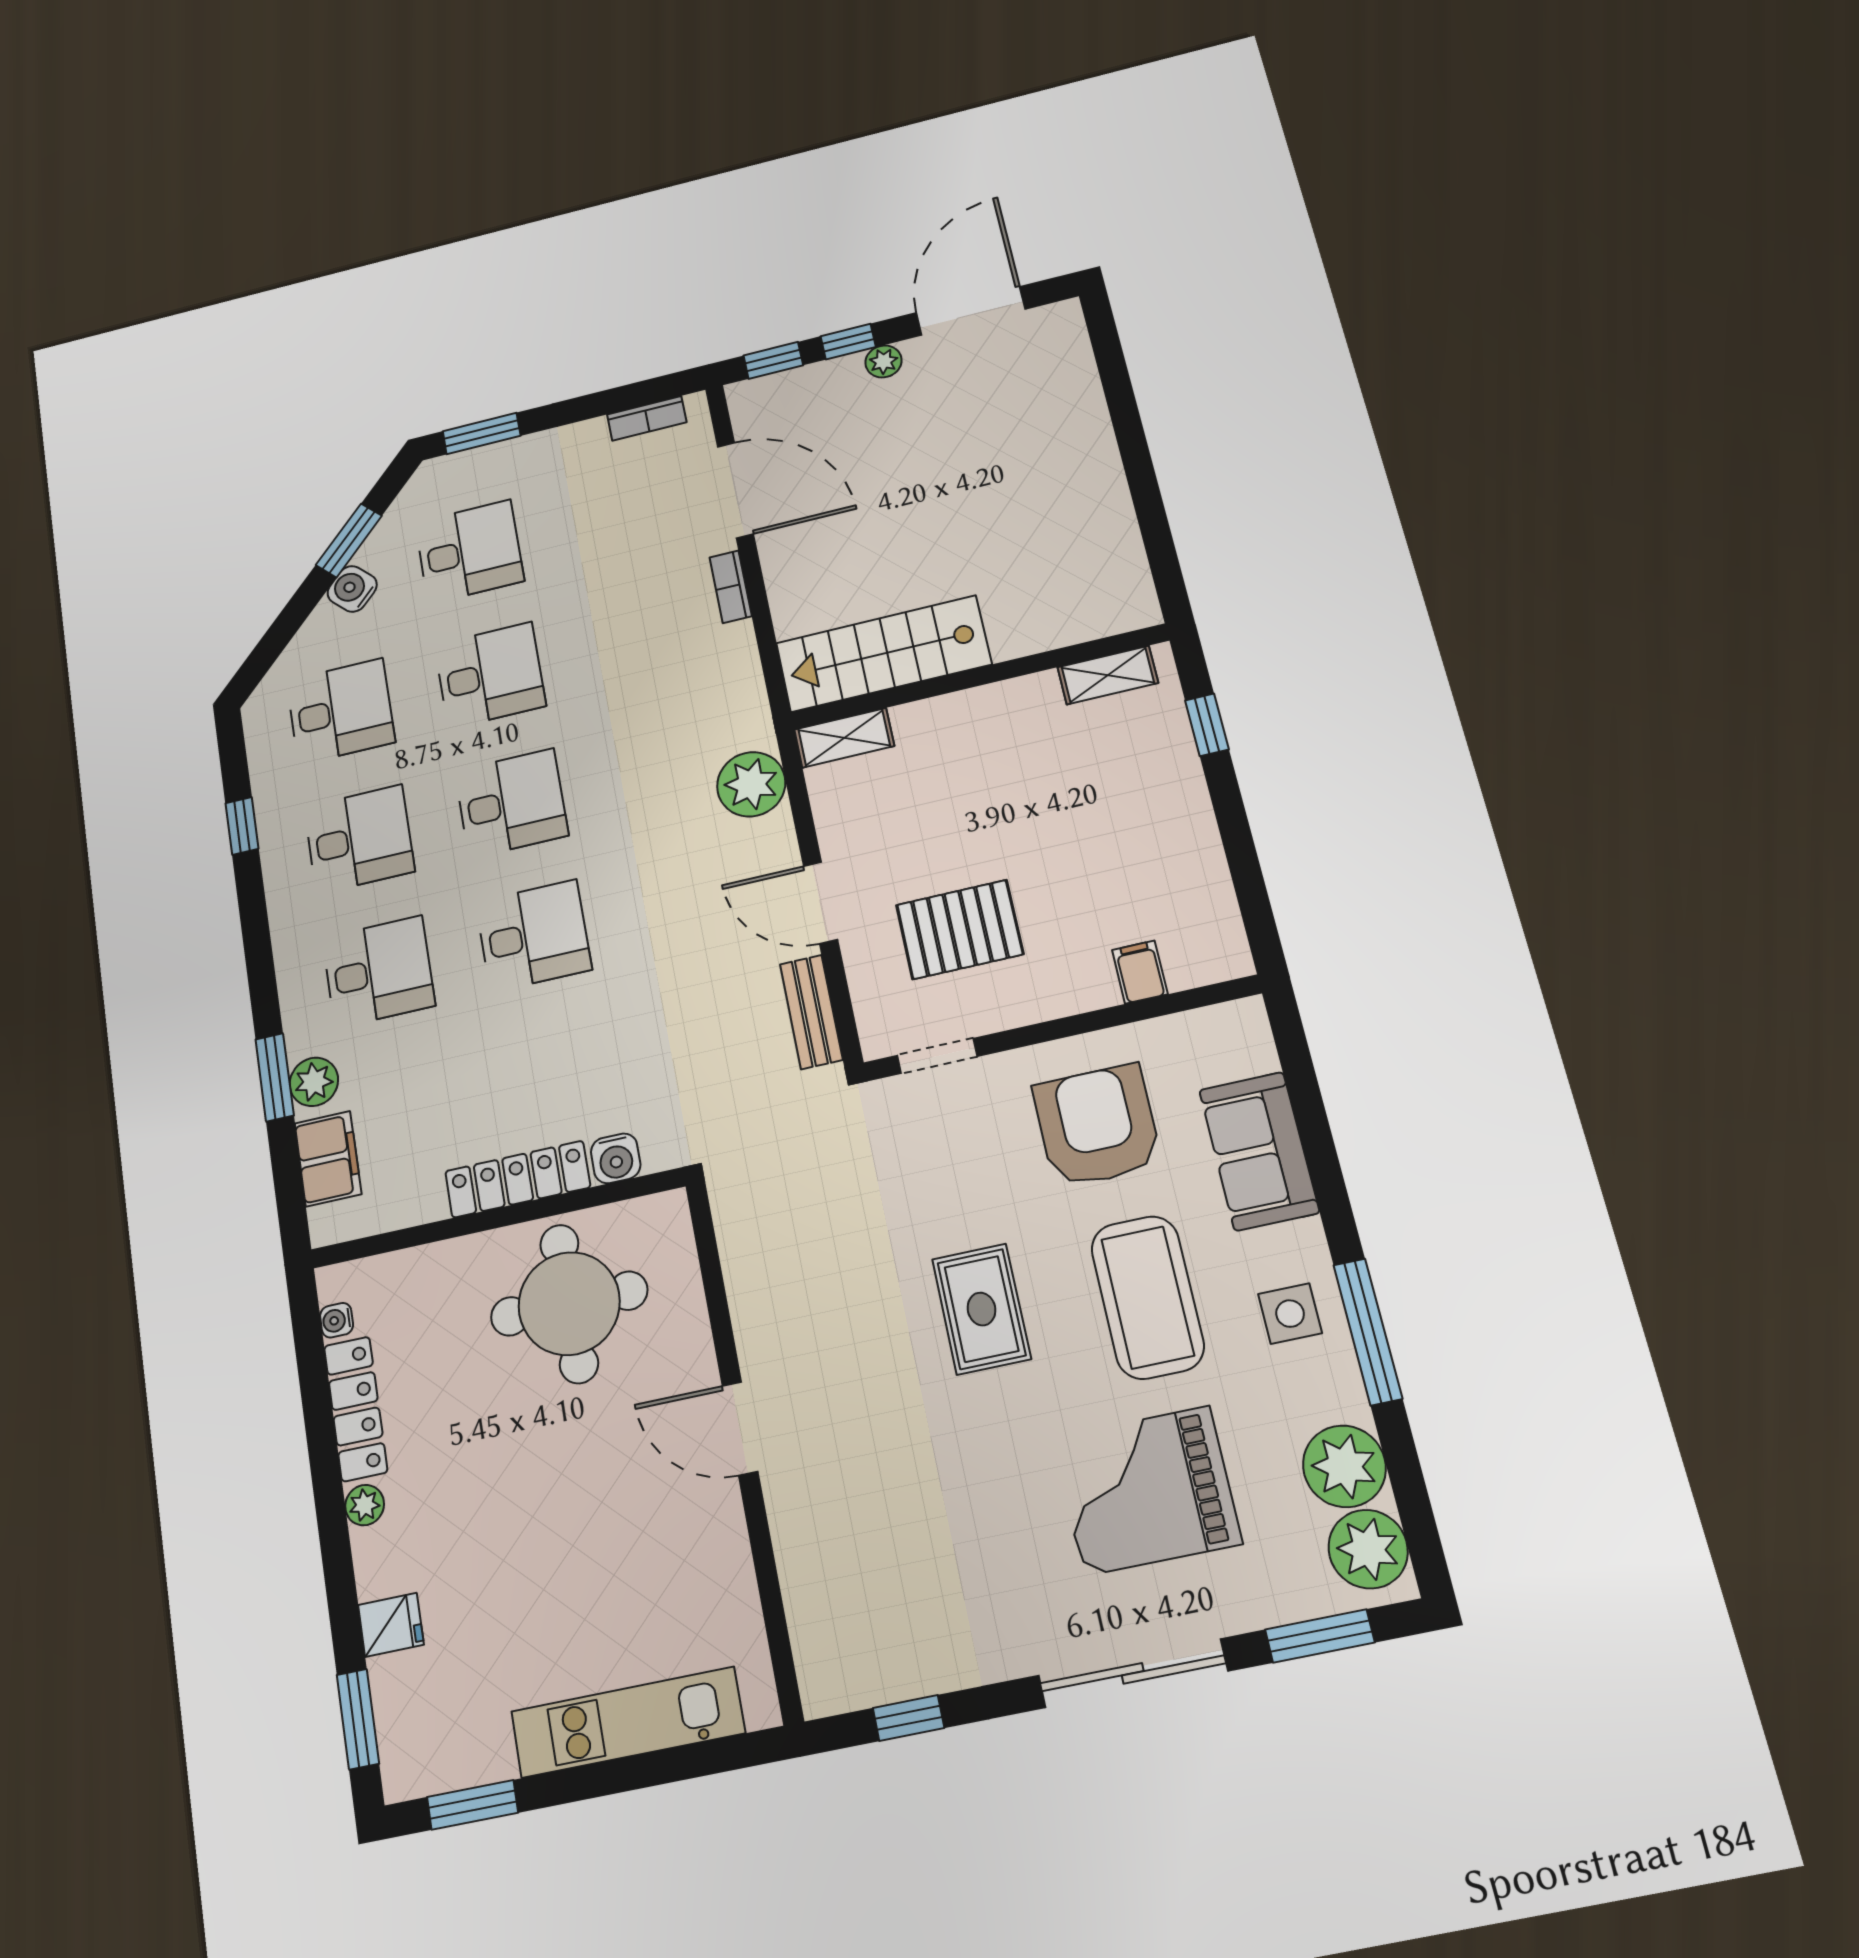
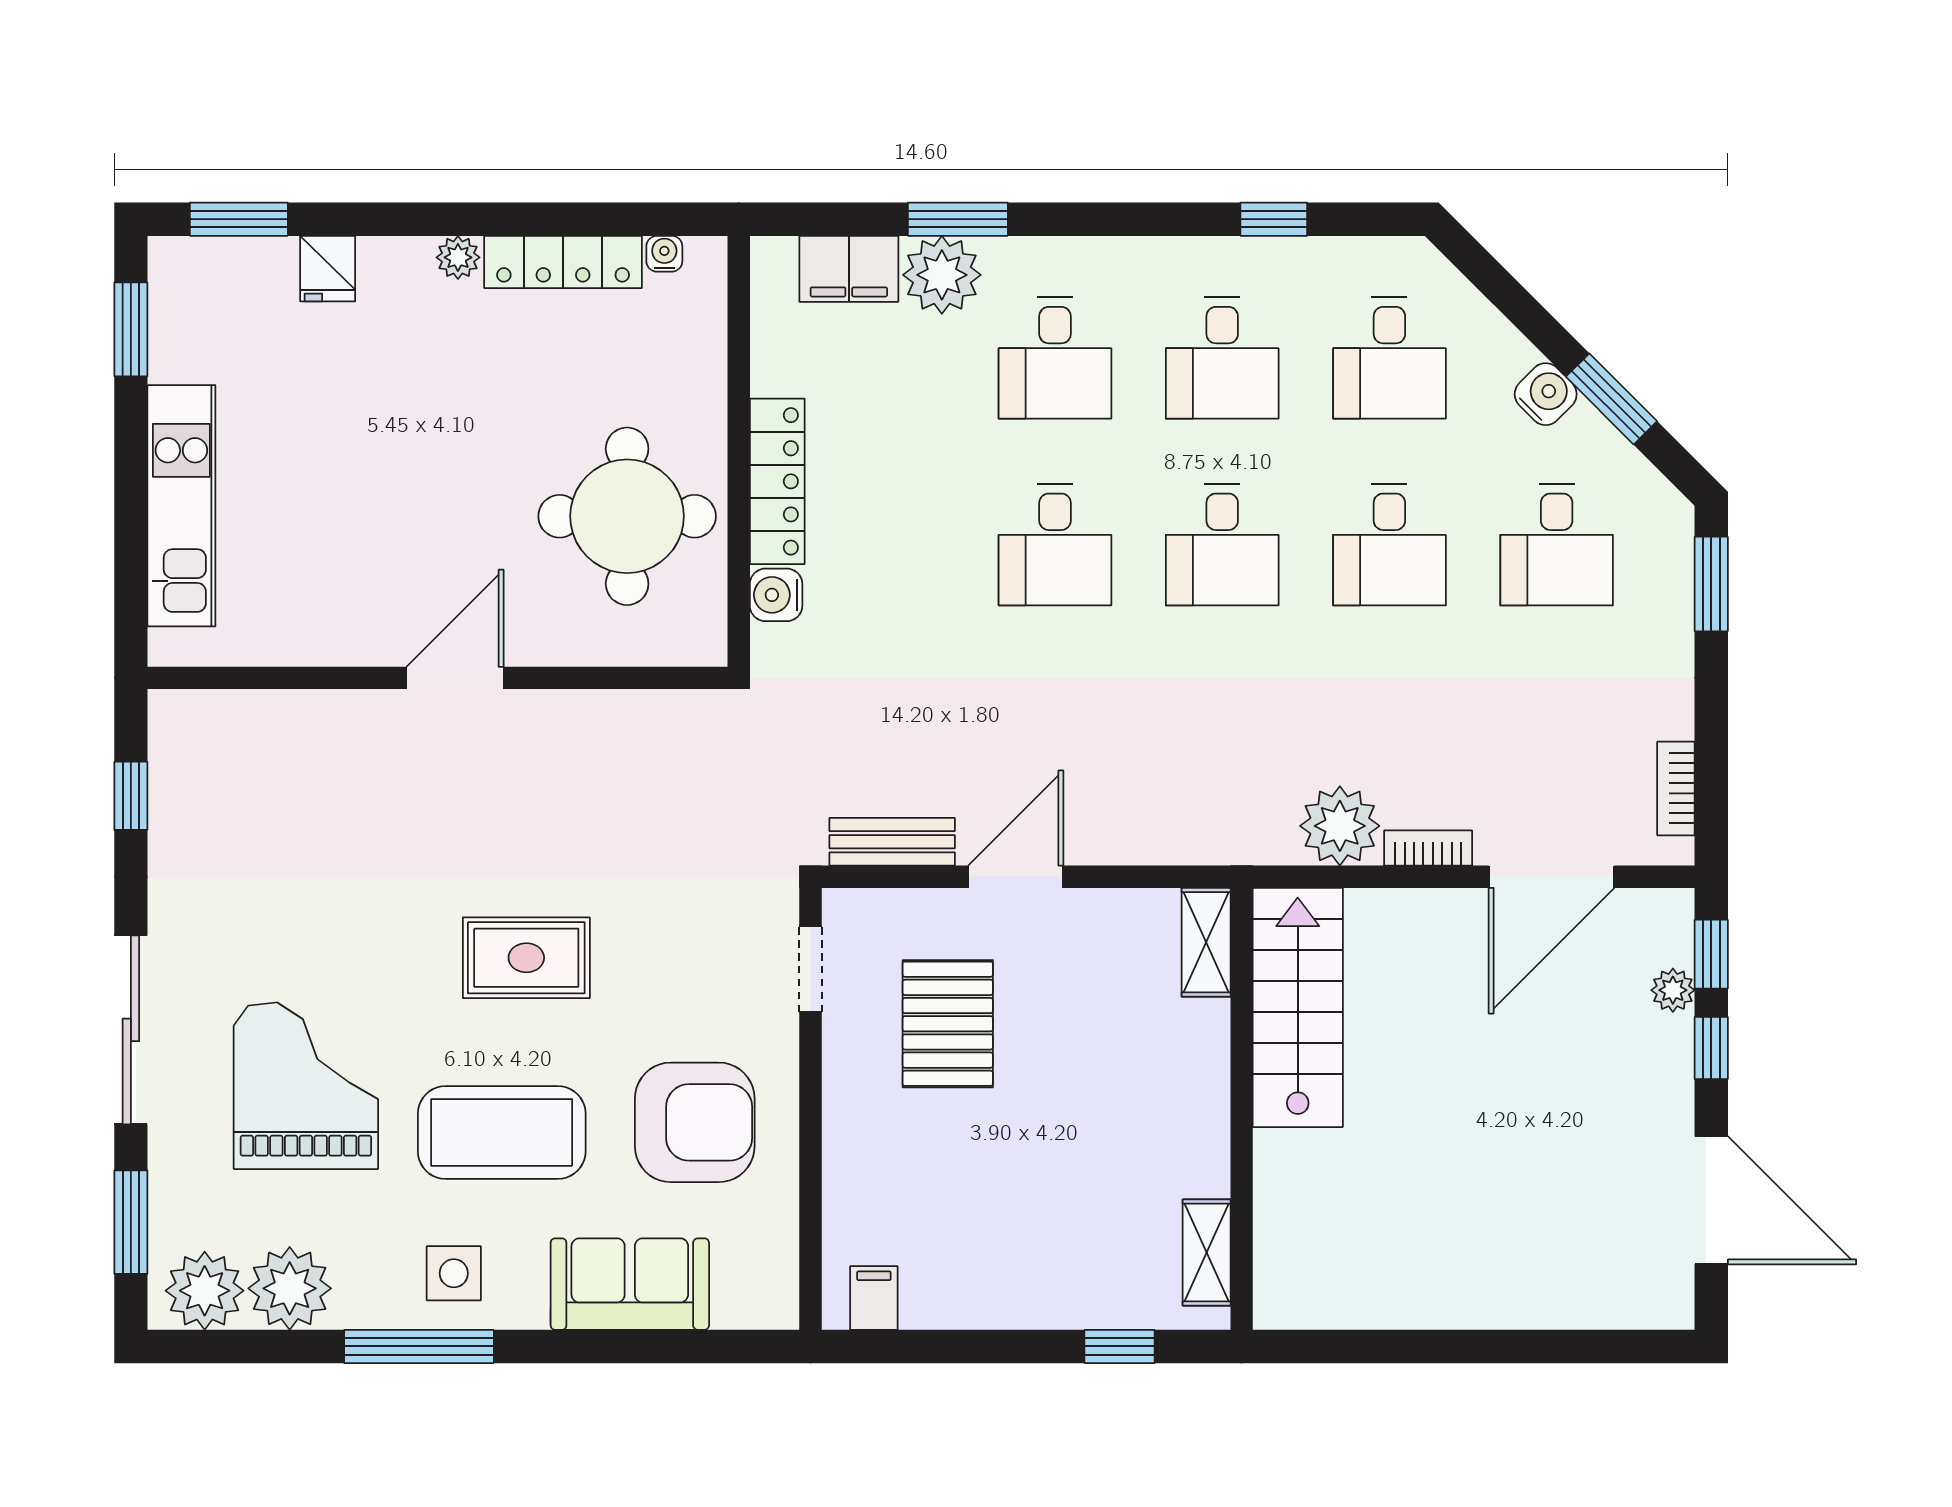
plant: (884, 361) -> (1673, 990), moved
plant: (751, 784) -> (1340, 826), moved
filing cabinet: (1140, 972) -> (874, 1298), moved, turned -90
plant: (314, 1082) -> (942, 275), width x1.36, depth x1.36

